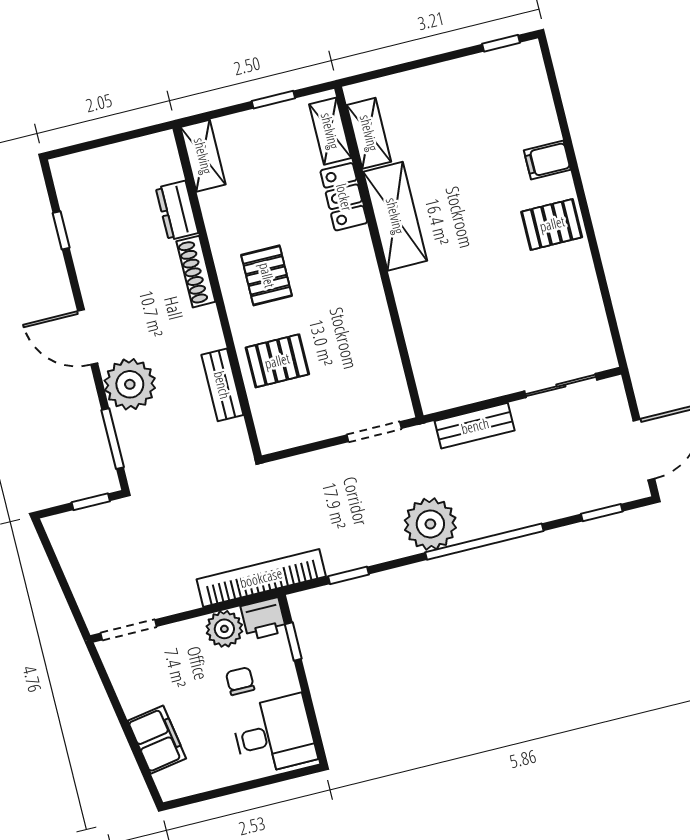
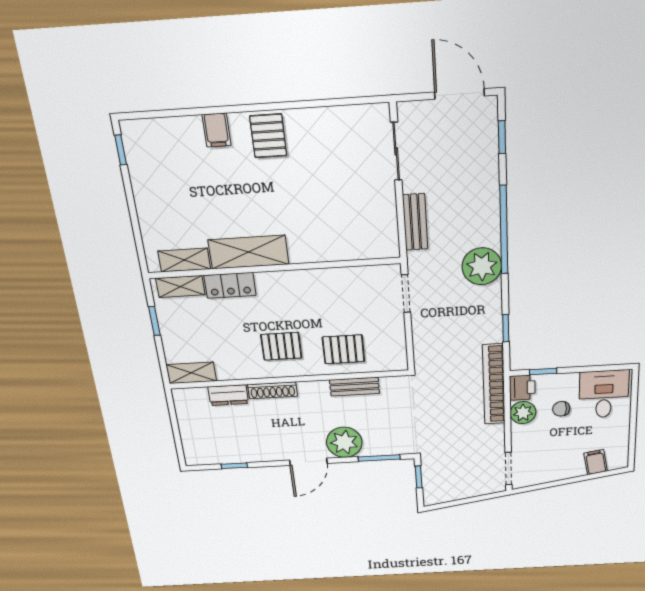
pallet: (277, 361) -> (343, 349), turned 90
filing cabinet: (157, 740) -> (596, 462), width x0.50

